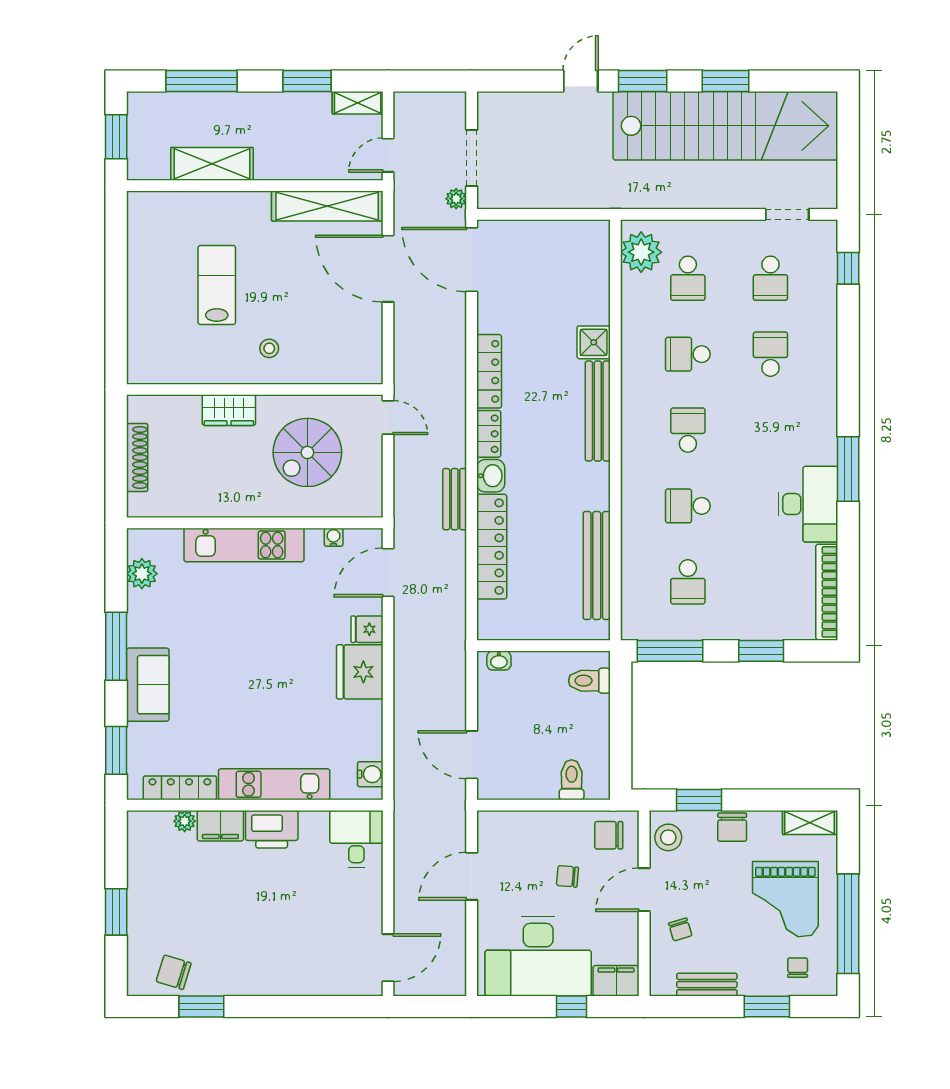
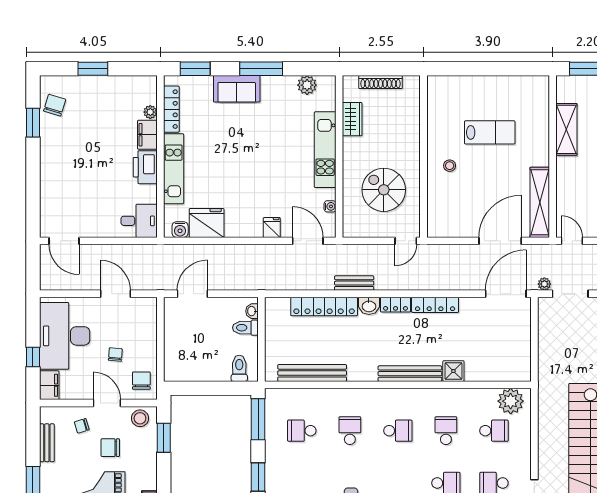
school desk: (688, 278) -> (494, 431), turned 180
wardrobe: (229, 410) -> (352, 119), moved, turned 180
fridge: (360, 672) -> (207, 223), moved
toilet: (572, 780) -> (245, 328), moved, turned 180
chair: (732, 827) -> (110, 448), moved

